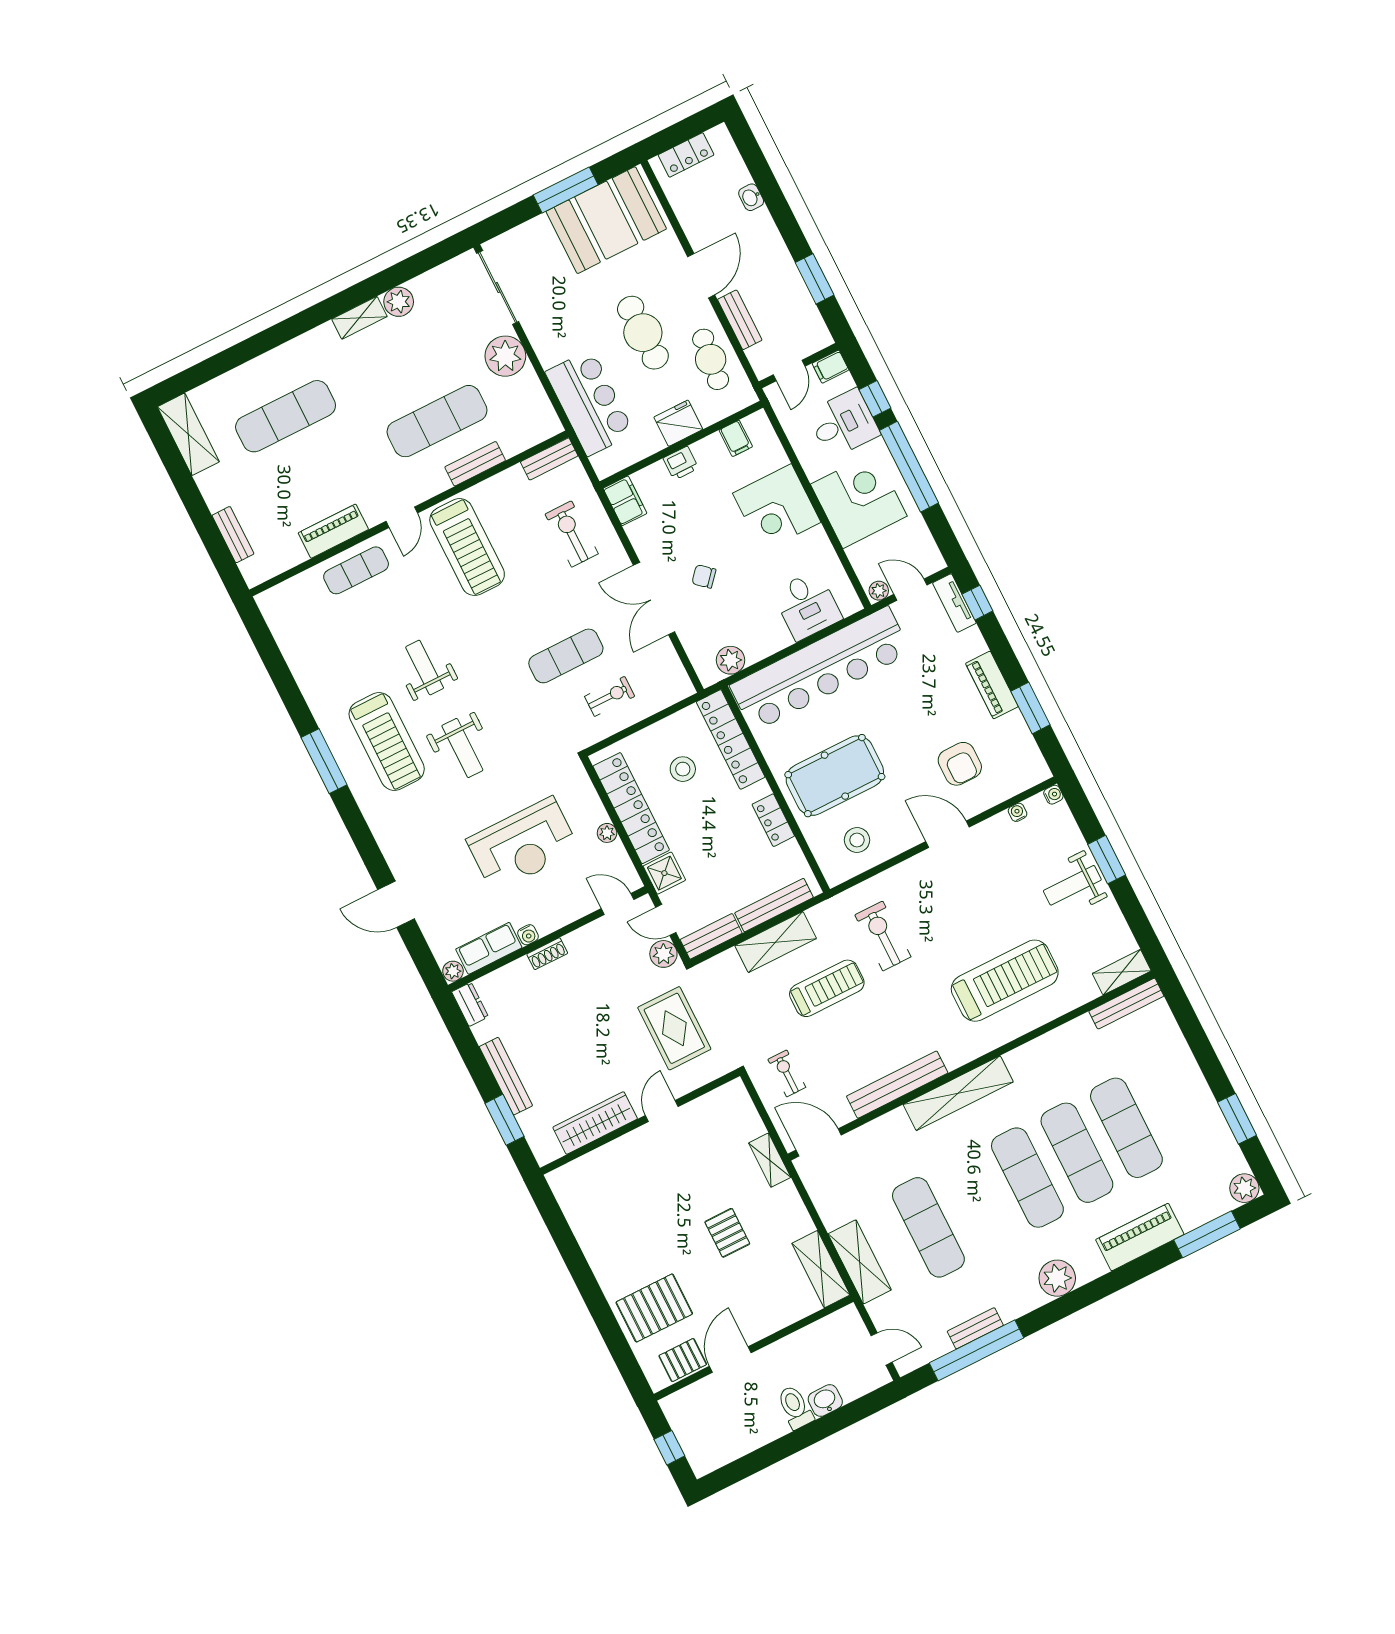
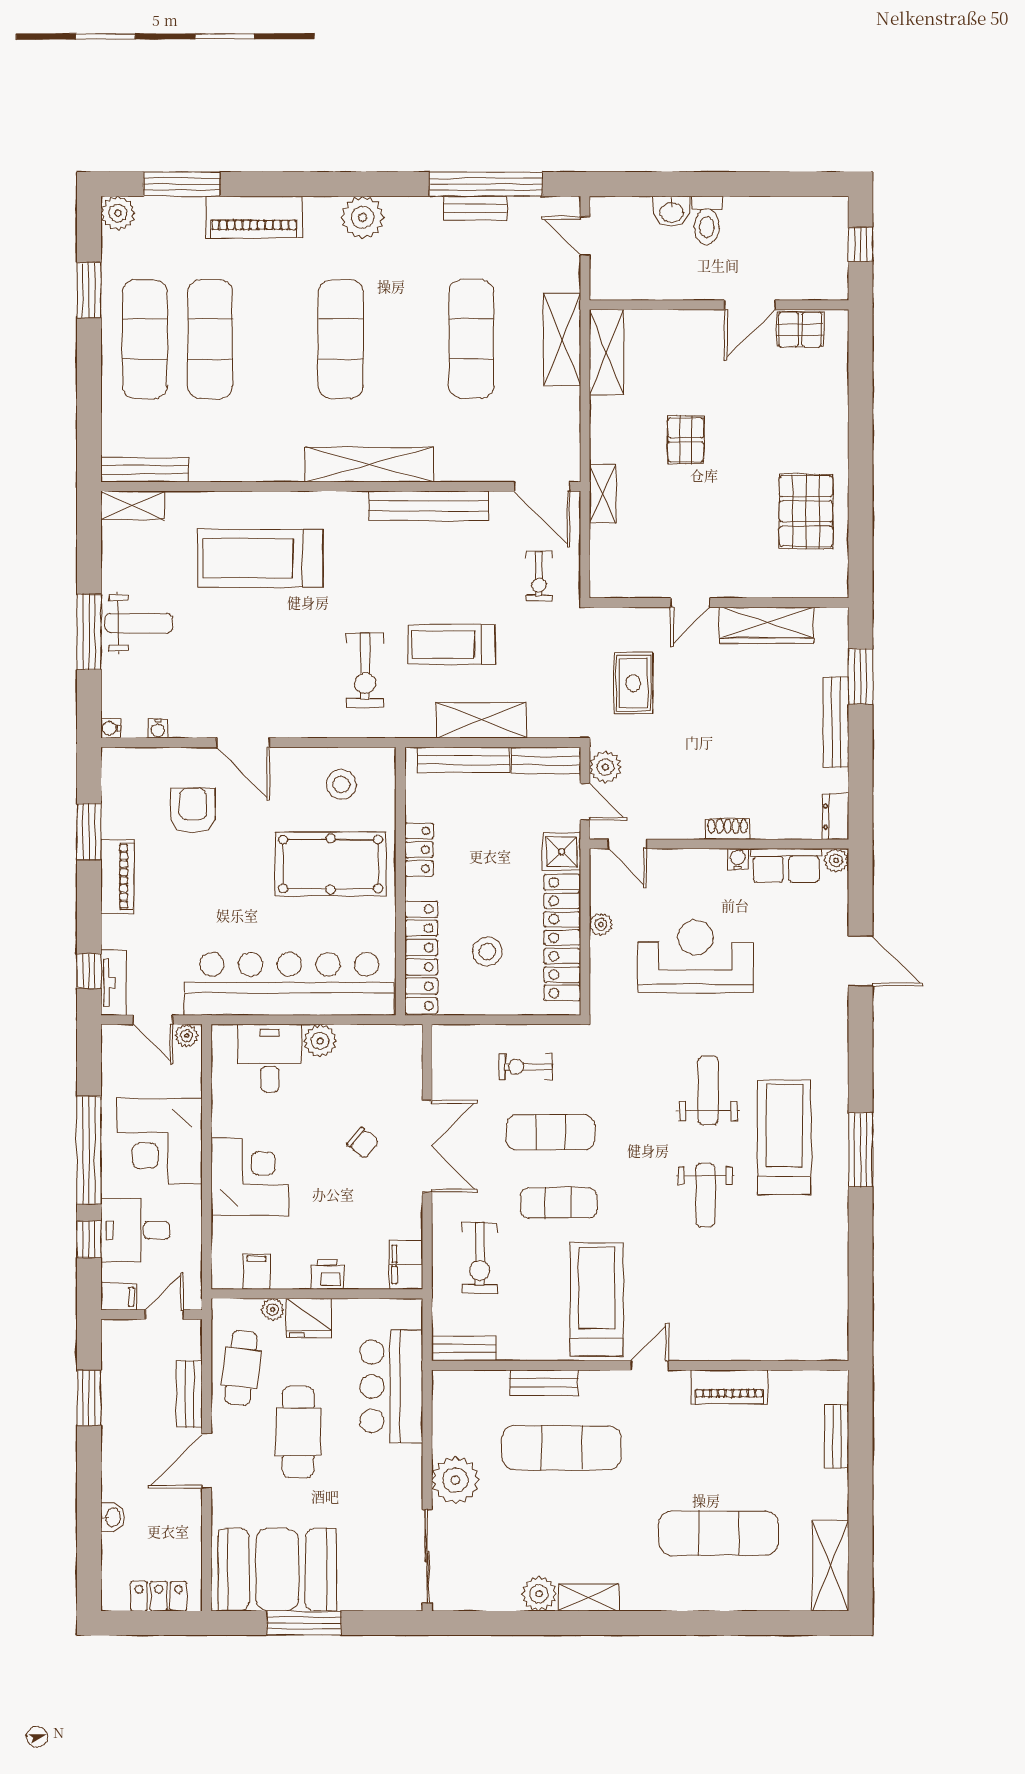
plant: (709, 416) -> (273, 1309), added
exercise mat: (356, 570) -> (559, 1203), moved
plant: (731, 660) -> (320, 1041), moved
window: (1107, 860) -> (89, 632), width x1.44
rug: (674, 1028) -> (633, 683), width x0.73, depth x0.70
exercise mat: (1077, 1153) -> (145, 339), moved
pallet: (654, 1308) -> (806, 511), moved, turned 90

